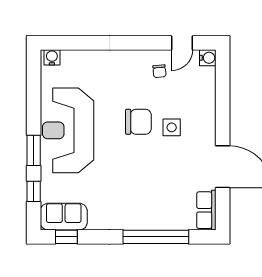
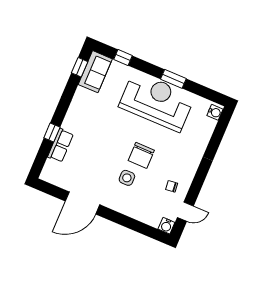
door: (182, 43) -> (185, 212), swing flipped
window: (34, 150) -> (173, 79), moved
row of seats: (206, 210) -> (61, 145), moved, turned 90
window: (156, 237) -> (52, 133), width x0.32

